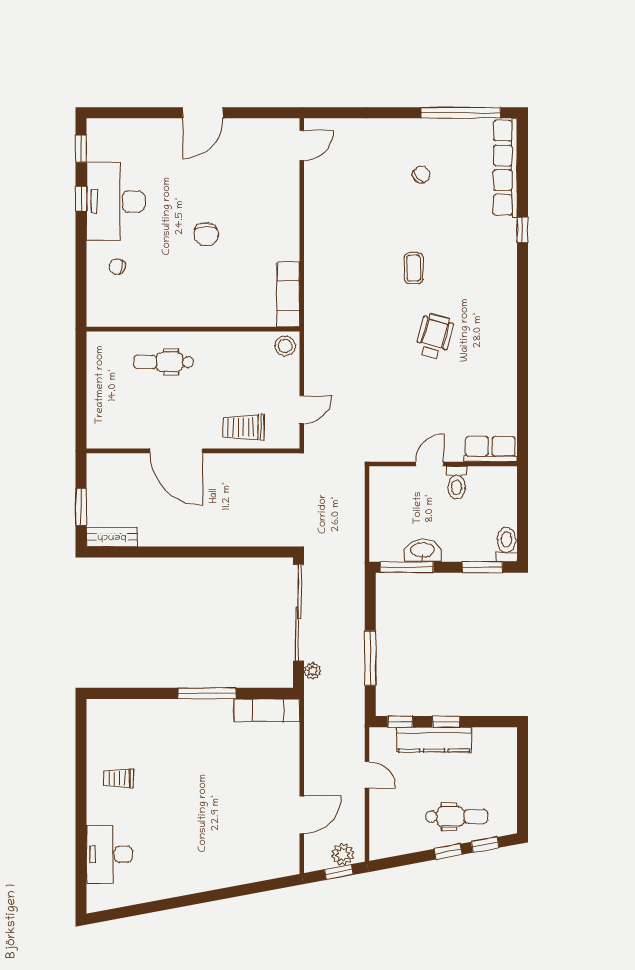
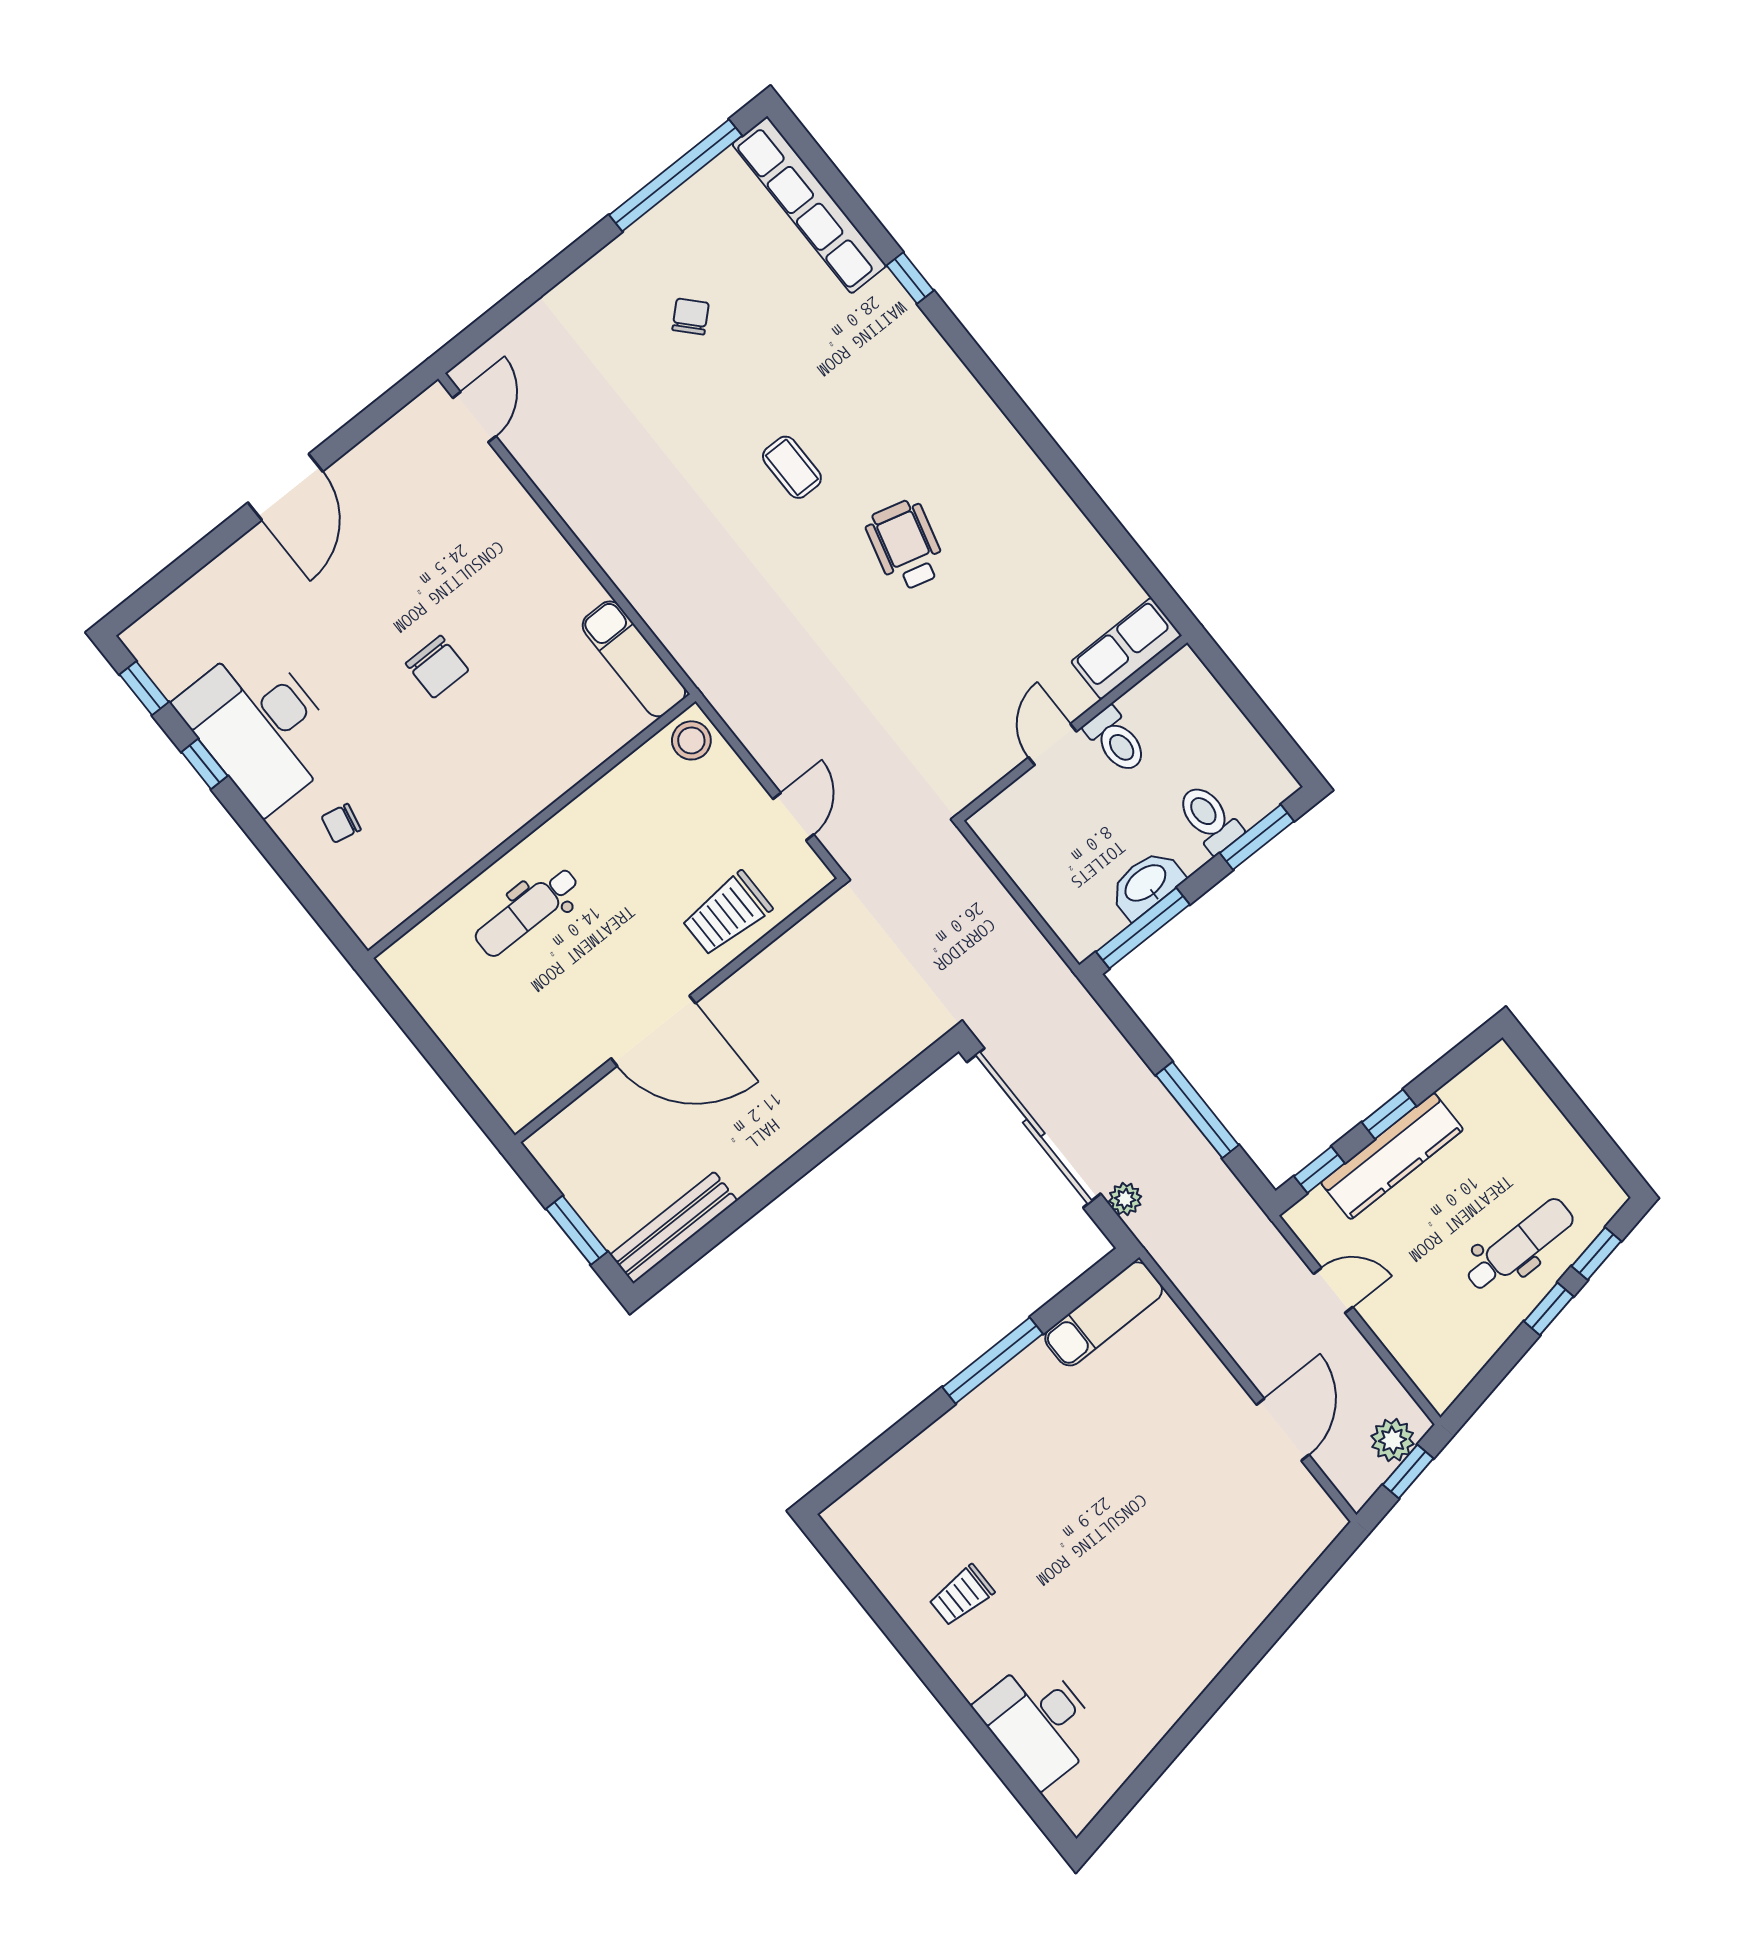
bench: (112, 537) -> (674, 1228), width x1.36
toilet: (506, 544) -> (1209, 818), moved

